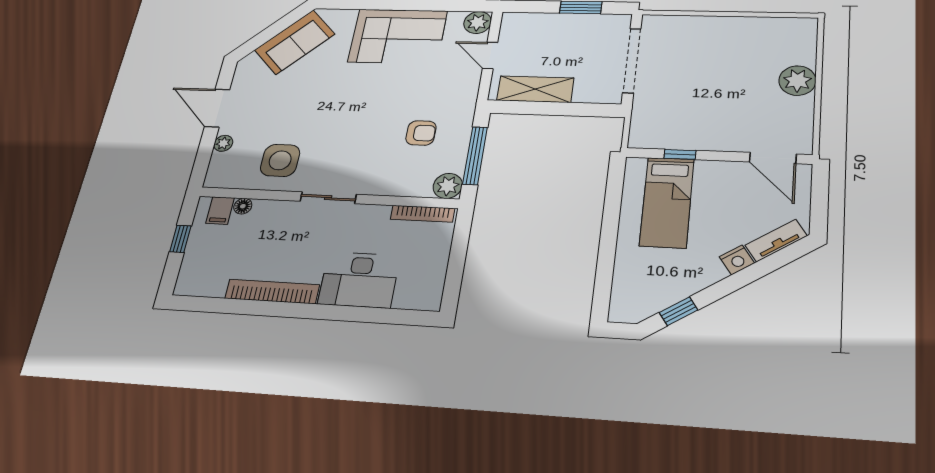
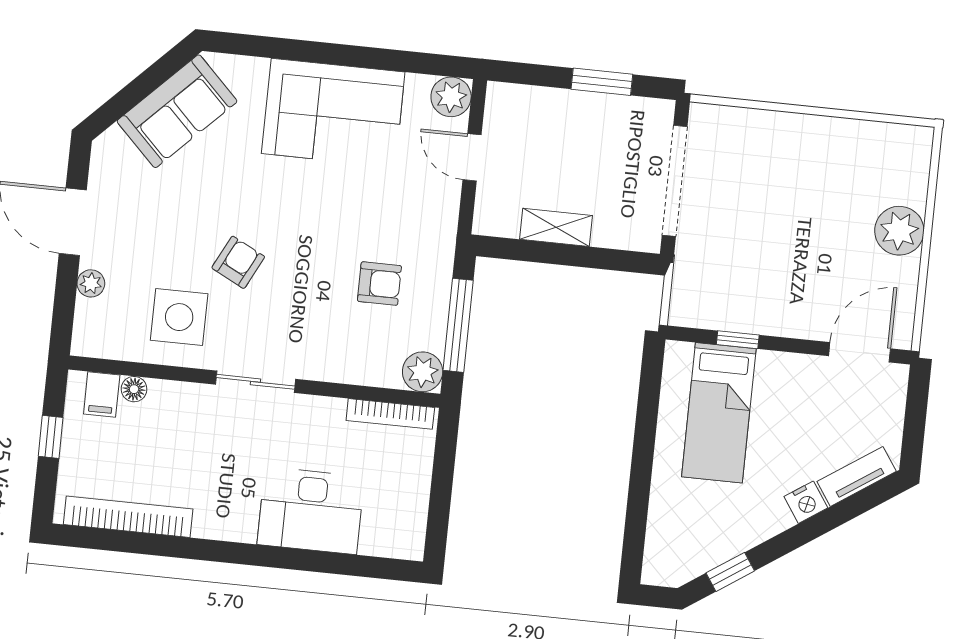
shelving: (535, 89) -> (556, 227), width x0.67, depth x0.75
armchair: (325, 126) -> (238, 262), added
door: (773, 158) -> (860, 352), swing flipped
bookcase: (272, 292) -> (128, 517), moved

